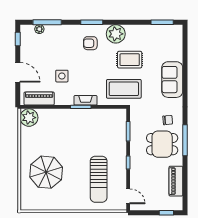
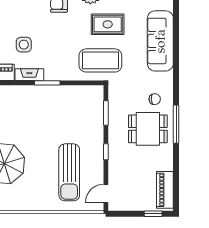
sofa: (172, 80) -> (160, 41), width x1.36
fireplace: (86, 100) -> (29, 75), moved
piano: (176, 181) -> (165, 190), moved
door: (128, 196) -> (106, 193), swing flipped

